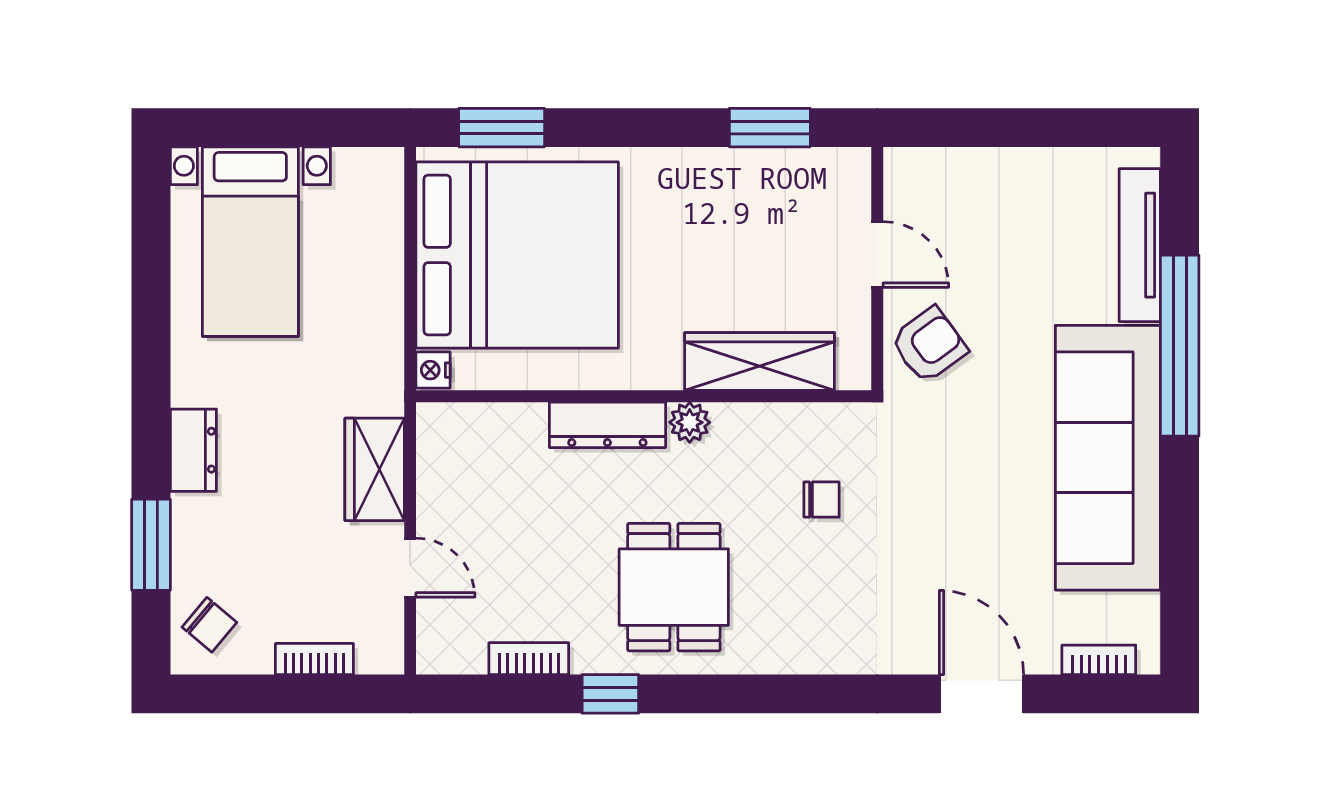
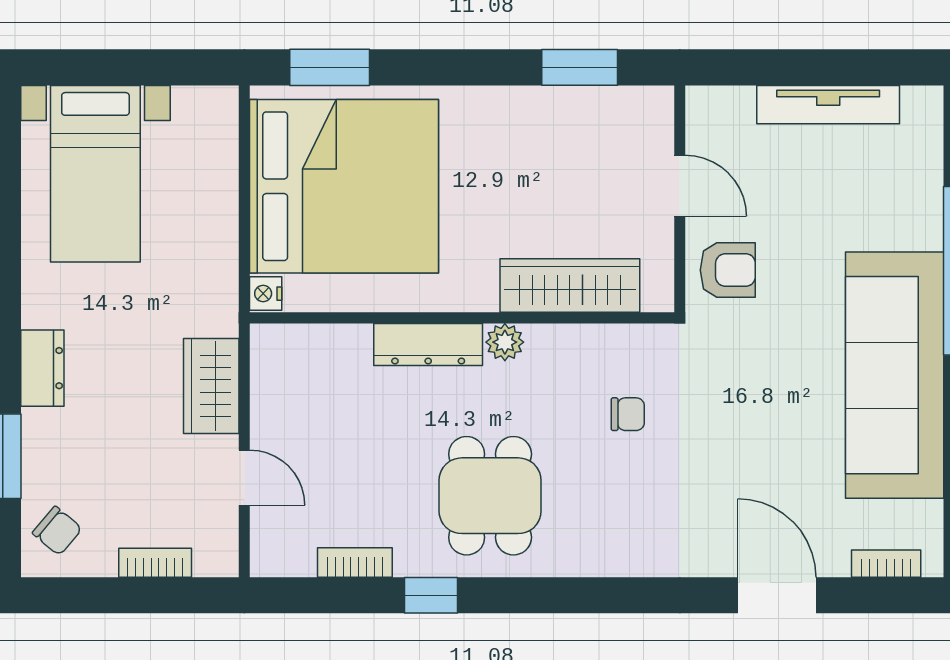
tv unit: (1140, 245) -> (828, 105), moved, turned -90
armchair: (929, 345) -> (728, 270), turned 36

